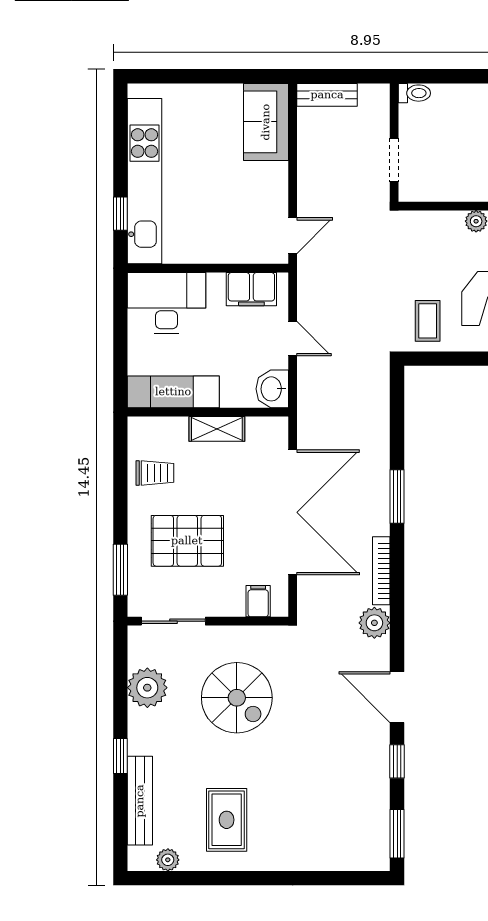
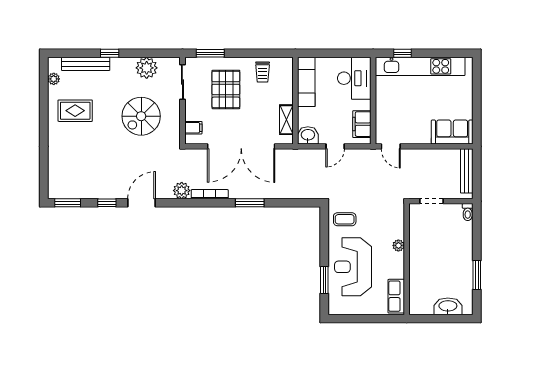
bench: (327, 95) -> (467, 171), width x1.36
shelving: (217, 429) -> (286, 120), moved

